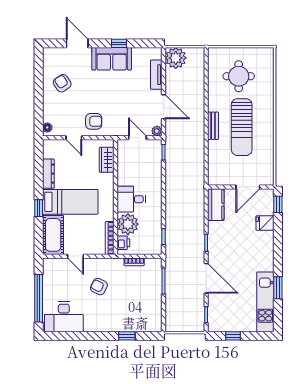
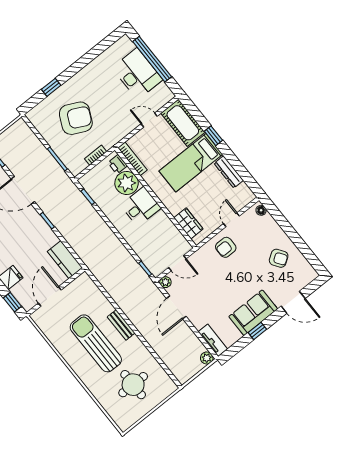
plant: (176, 58) -> (207, 358), width x0.53, depth x0.53
tv unit: (156, 75) -> (213, 340), moved
door: (164, 107) -> (176, 307), hinge flipped
door: (74, 138) -> (231, 220), hinge flipped
armchair: (99, 287) -> (76, 118), moved, width x1.88, depth x1.88
desk: (64, 317) -> (137, 74), moved, turned 90

